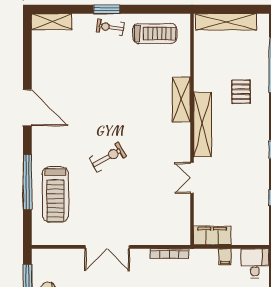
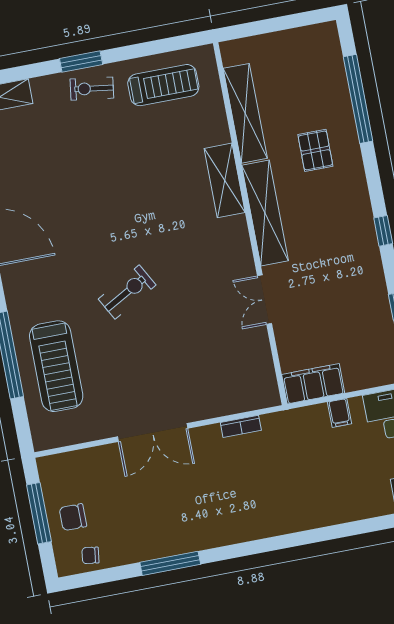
shelving: (226, 22) -> (245, 113), moved, turned 90
bookcase: (169, 253) -> (241, 426), width x0.64

